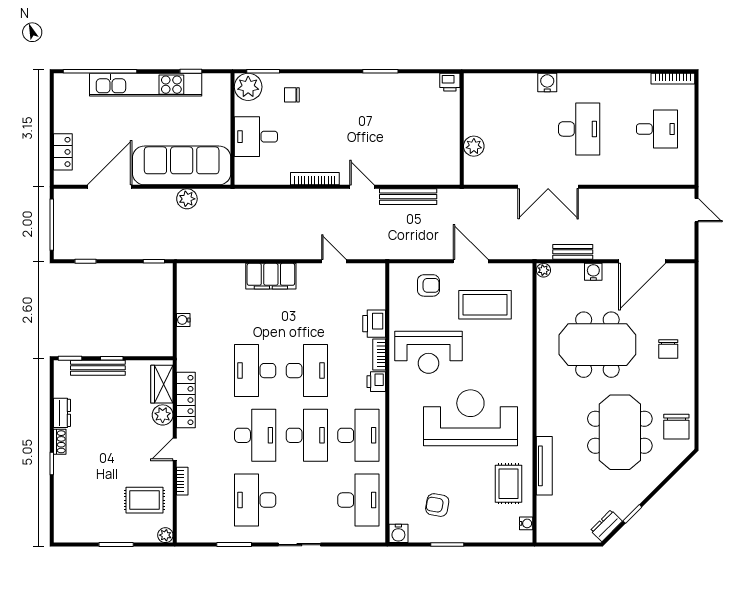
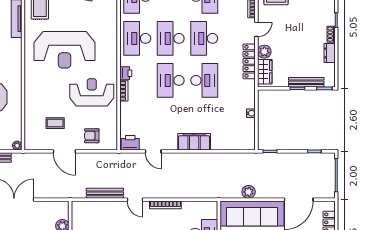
coffee table: (485, 305) -> (55, 123), width x0.54, depth x0.58
printer: (374, 324) -> (130, 143), moved, turned -90

